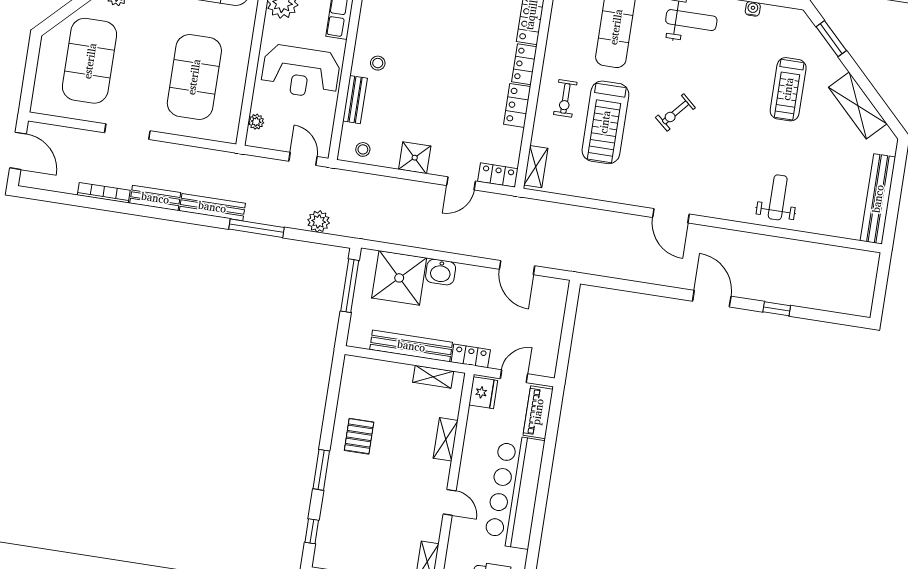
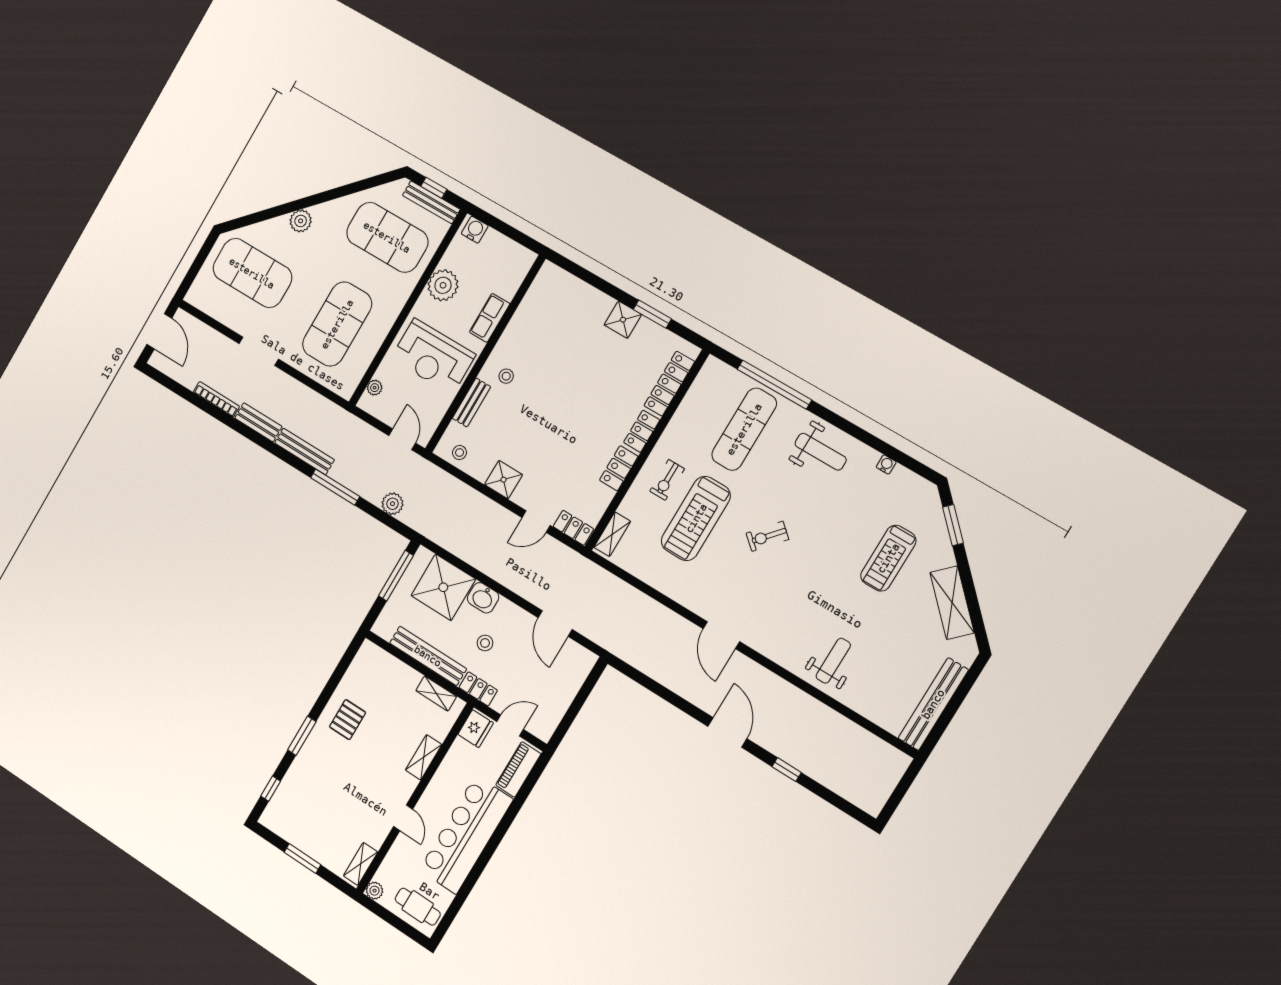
exercise mat: (90, 61) -> (252, 273), turned 90
stool: (460, 312) -> (485, 643), added

